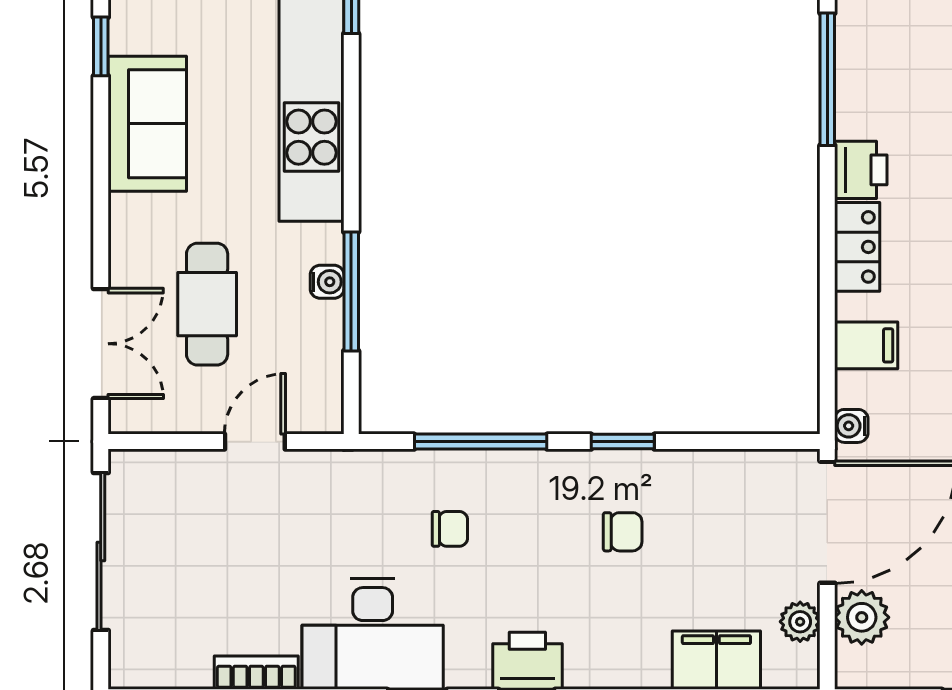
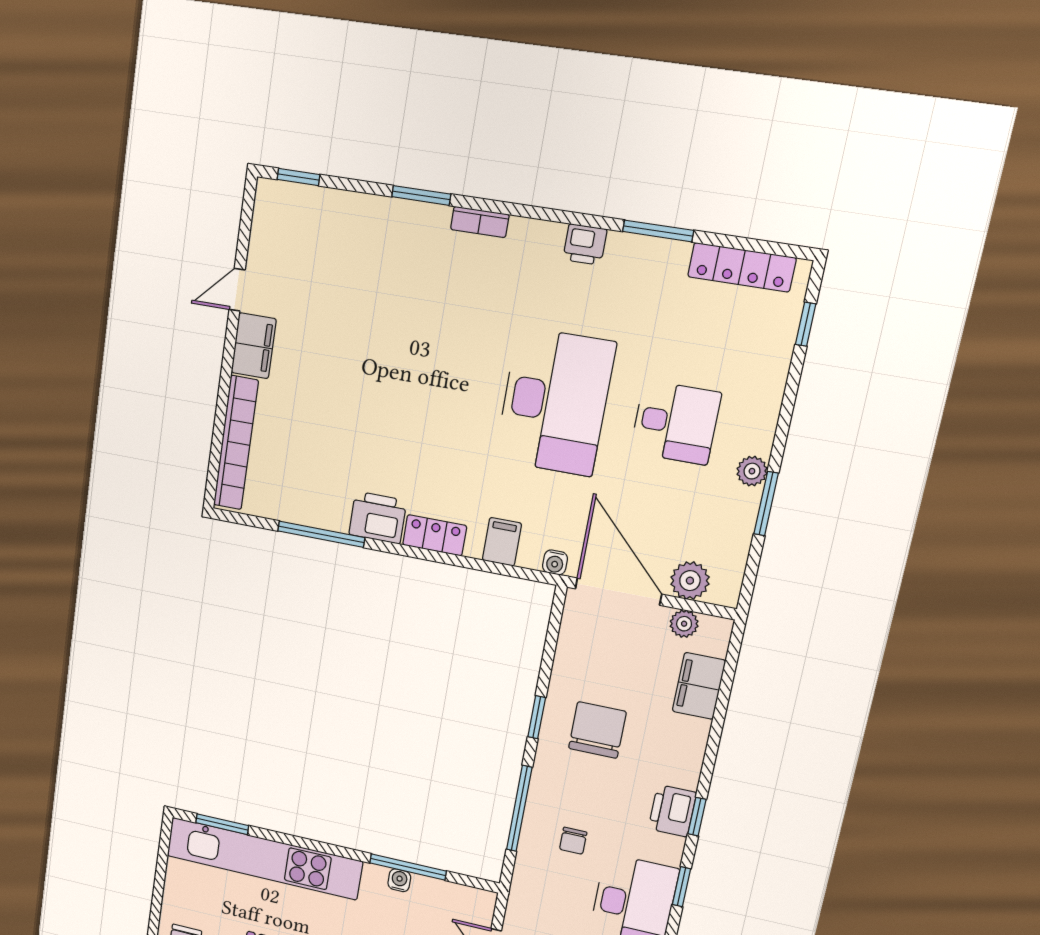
printer: (861, 170) -> (378, 518), width x1.36, depth x1.24
chair: (450, 529) -> (573, 841), turned 180
chair: (623, 532) -> (597, 730), width x1.87, depth x1.87

